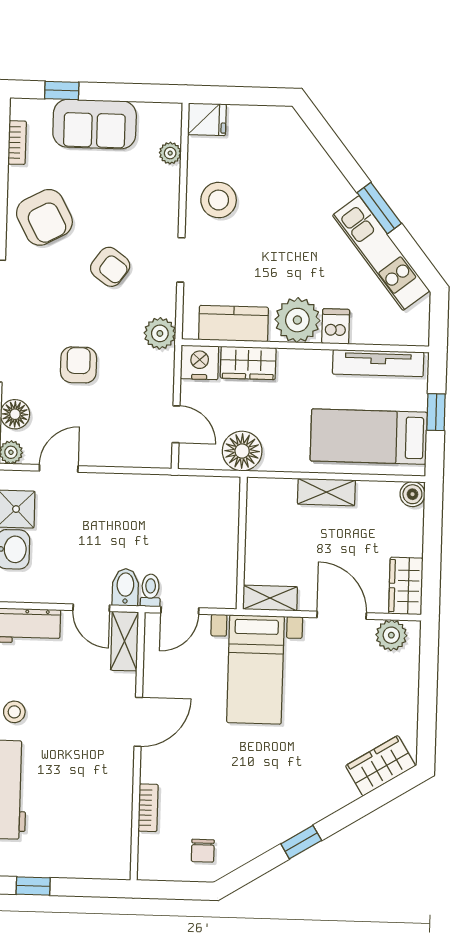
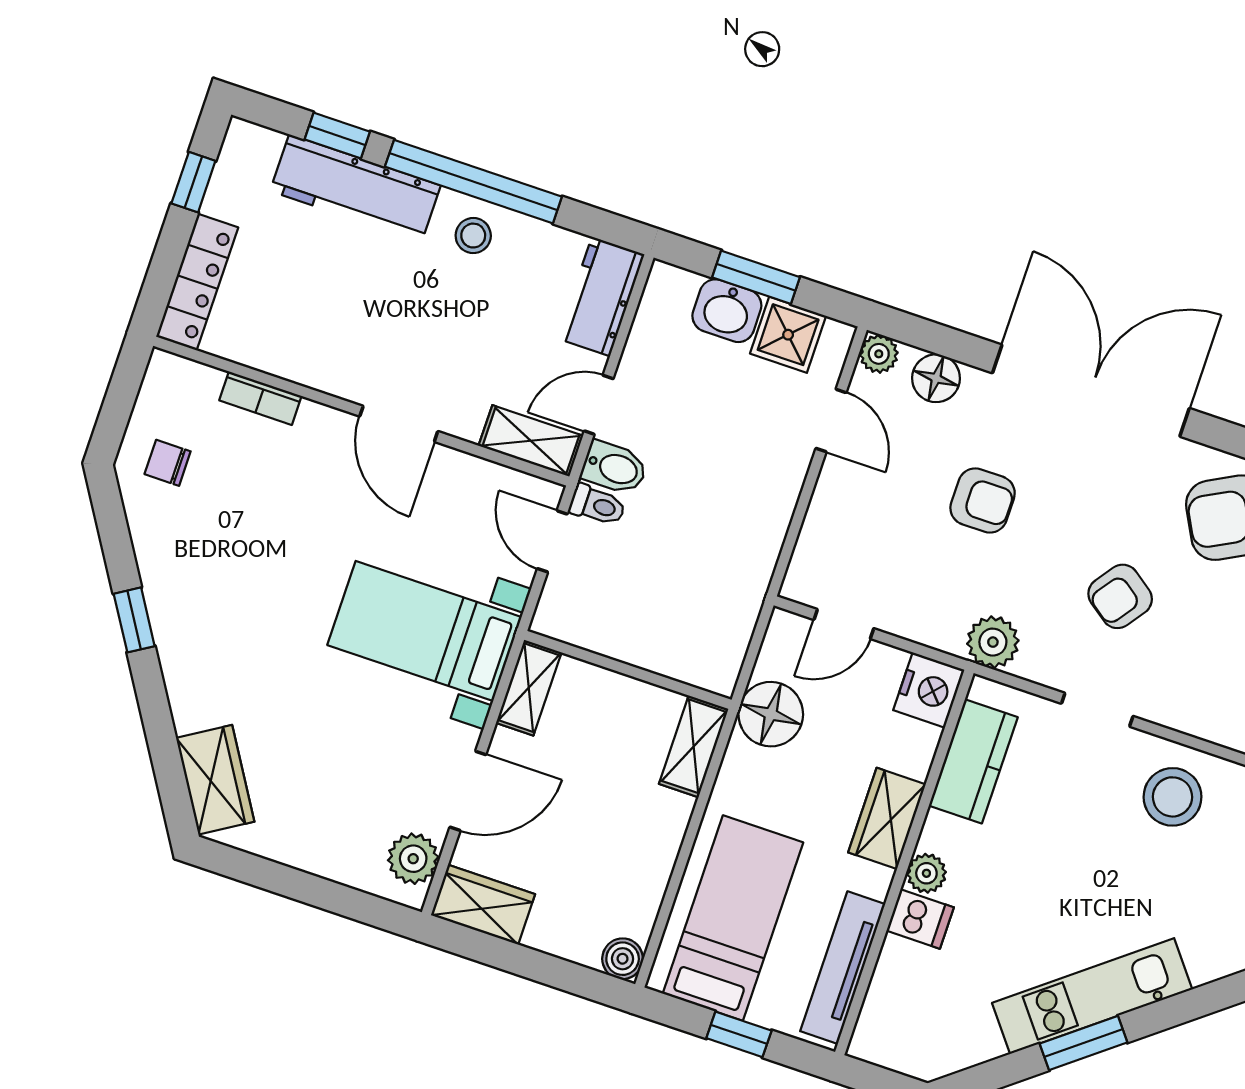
kitchen unit: (381, 253) -> (1092, 996), moved
plant: (297, 320) -> (926, 873), width x0.53, depth x0.53
wardrobe: (248, 363) -> (887, 818), moved
shelving: (326, 492) -> (694, 746), moved
locker: (91, 866) -> (197, 282), added

